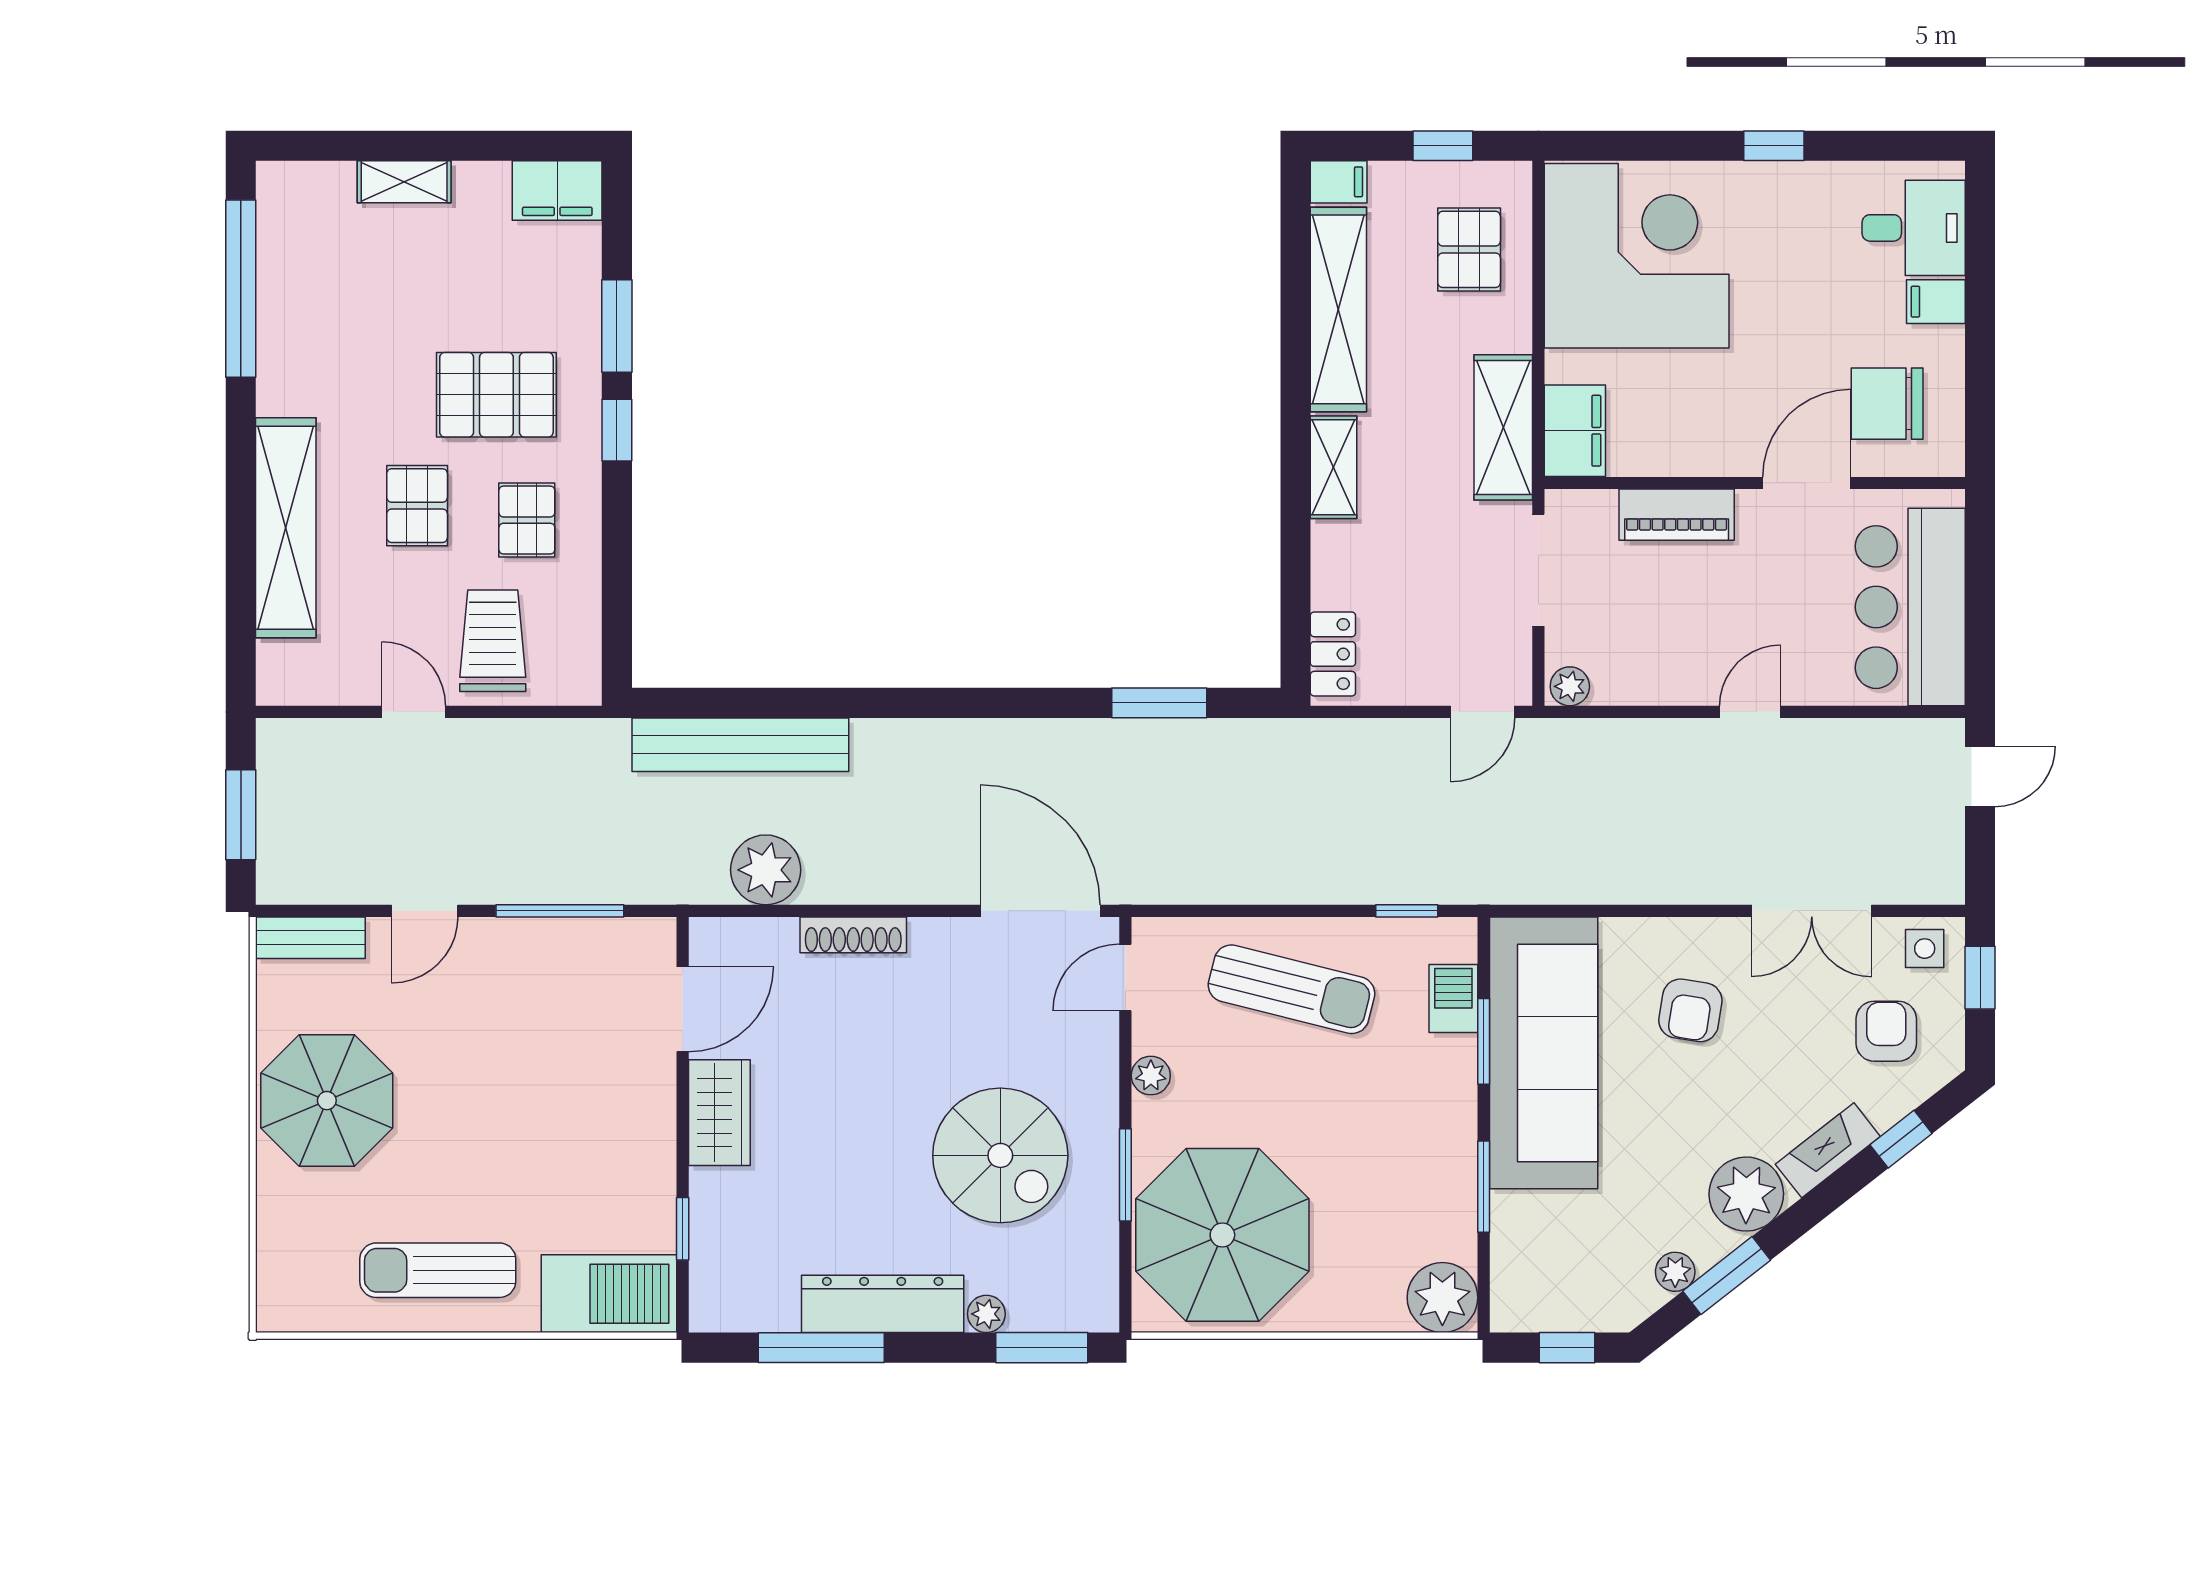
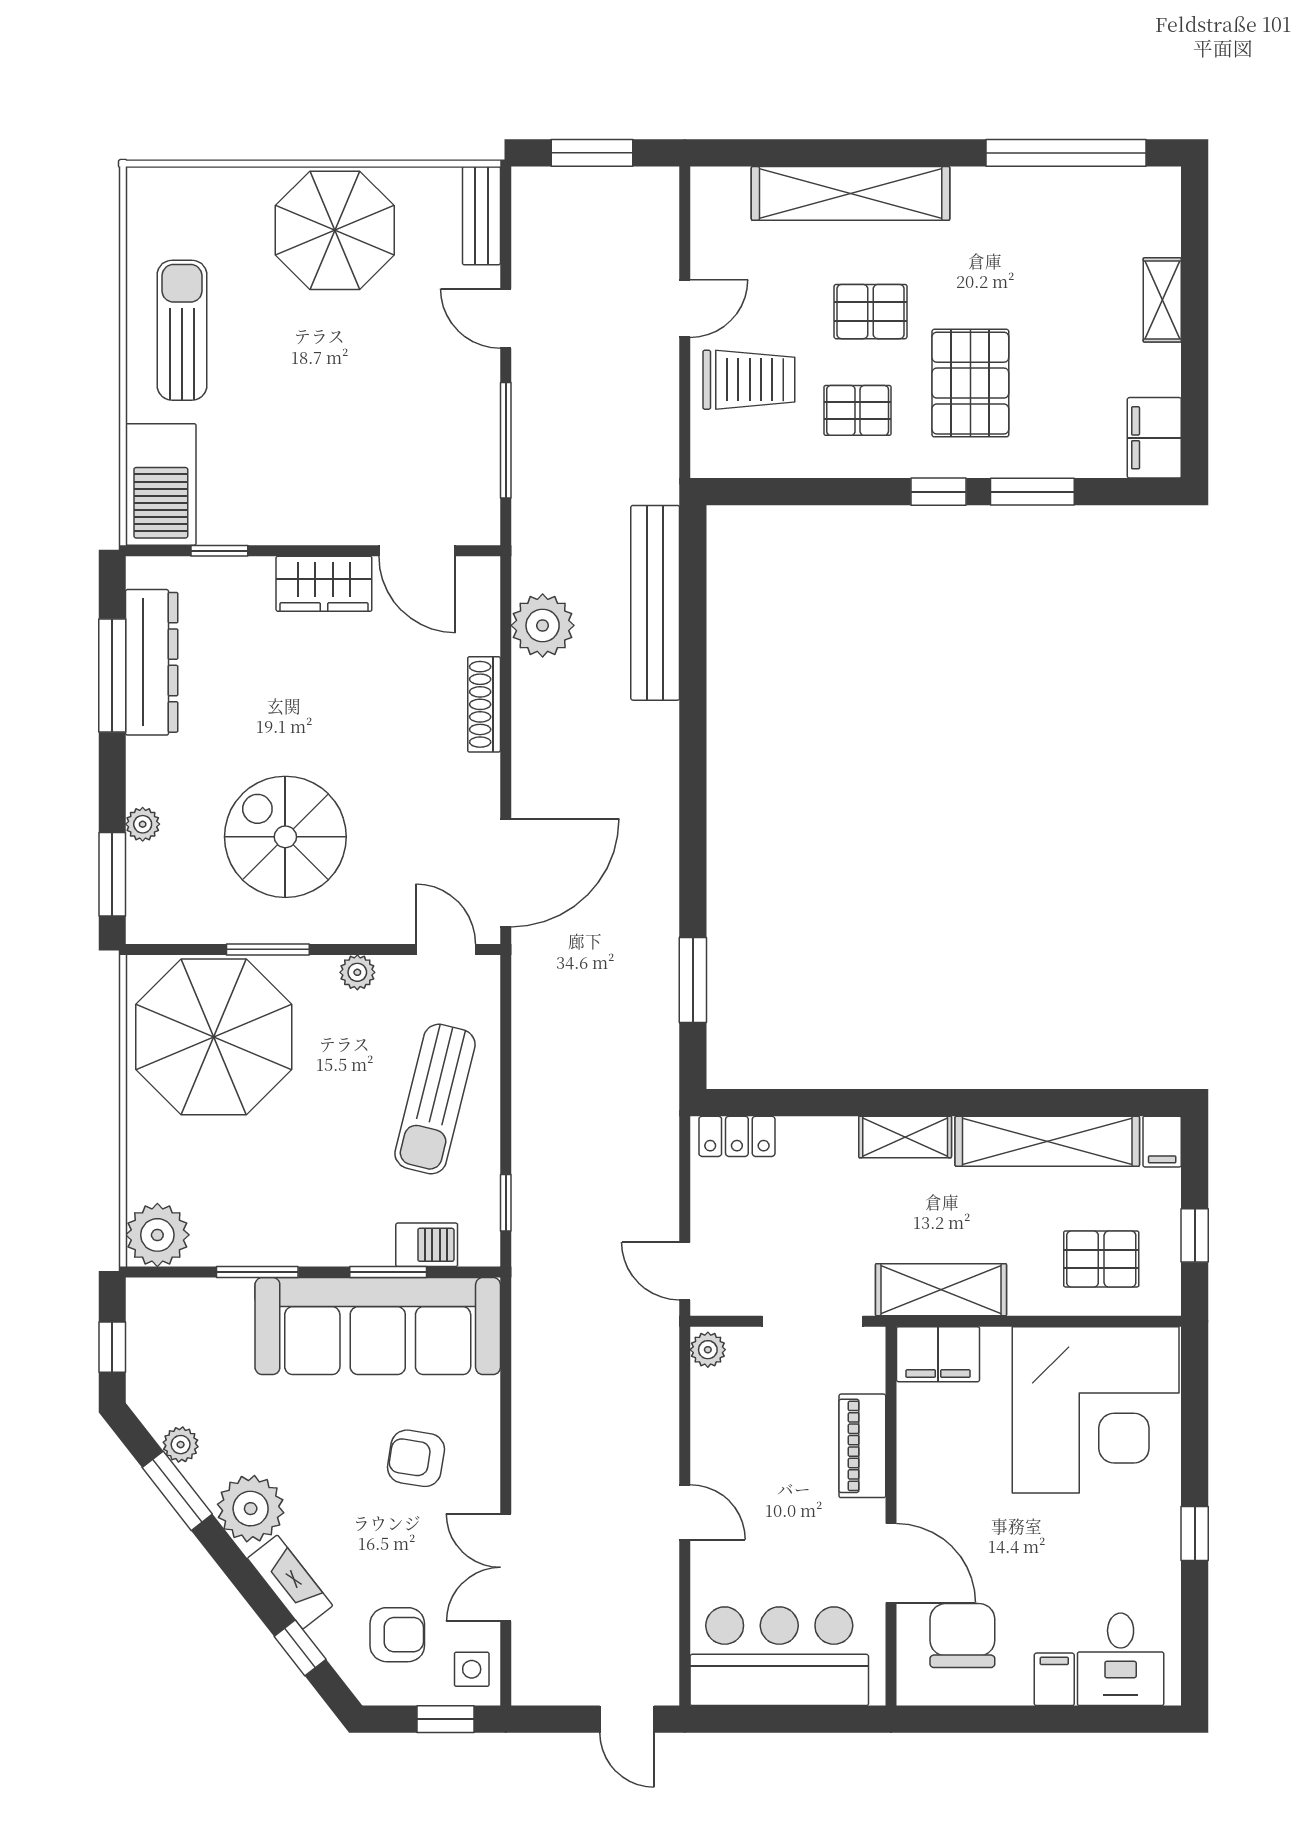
spiral stairs: (1000, 1155) -> (285, 837), turned 90
dresser: (883, 1304) -> (152, 662), moved

